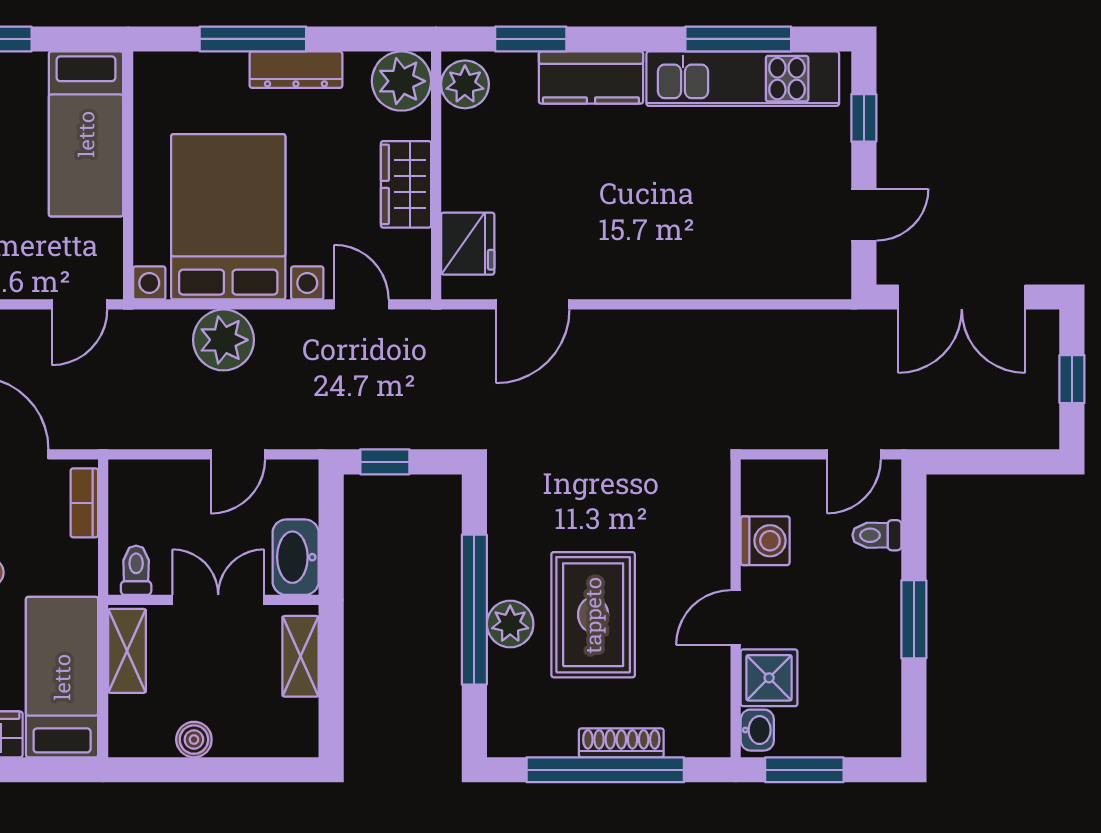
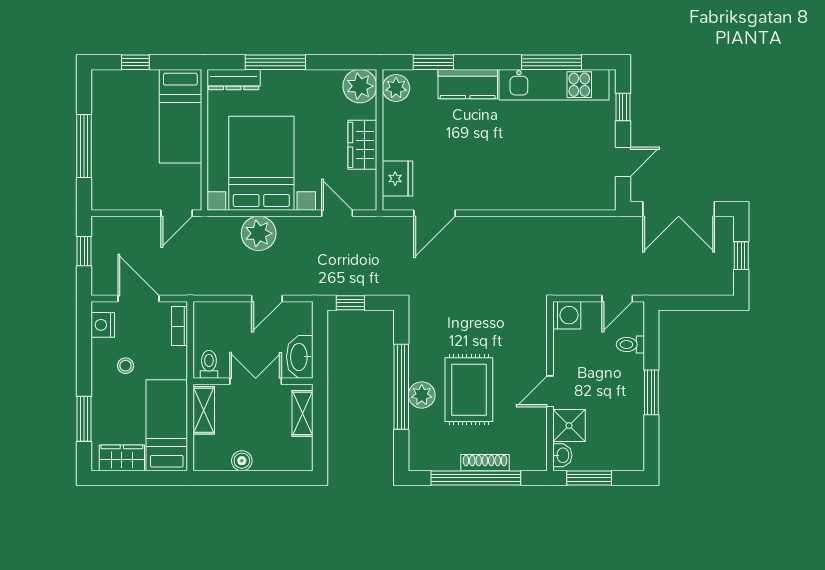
dresser: (296, 70) -> (234, 80), moved
washing machine: (765, 541) -> (567, 315), moved

